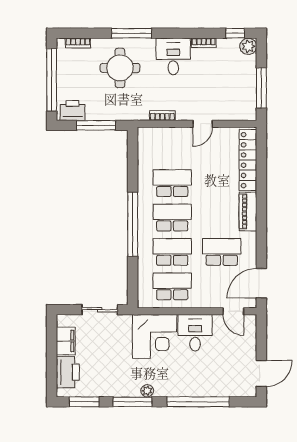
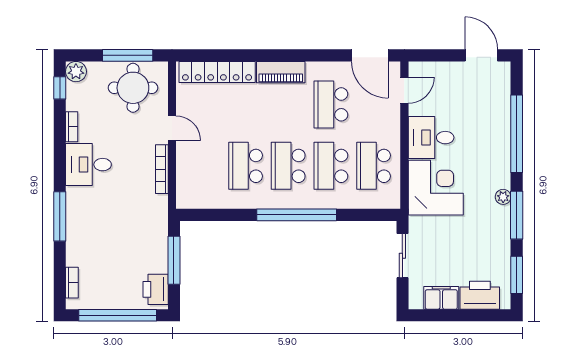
round table: (120, 68) -> (133, 88), moved
bookcase: (162, 116) -> (162, 169), width x1.56

